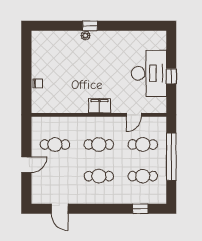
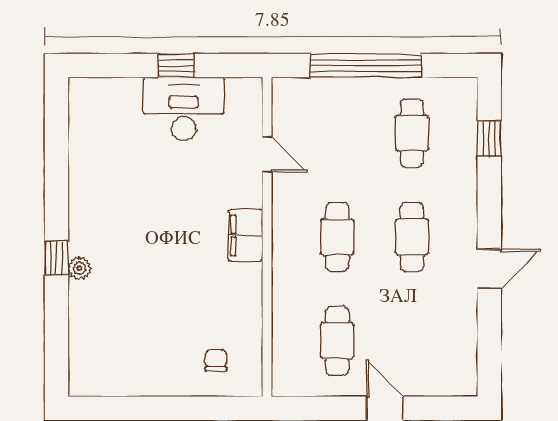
desk: (149, 73) -> (184, 109), width x0.73, depth x0.77
chair: (38, 83) -> (216, 360), moved
cafe table: (143, 144) -> (337, 133), removed
door: (60, 209) -> (489, 269), moved

